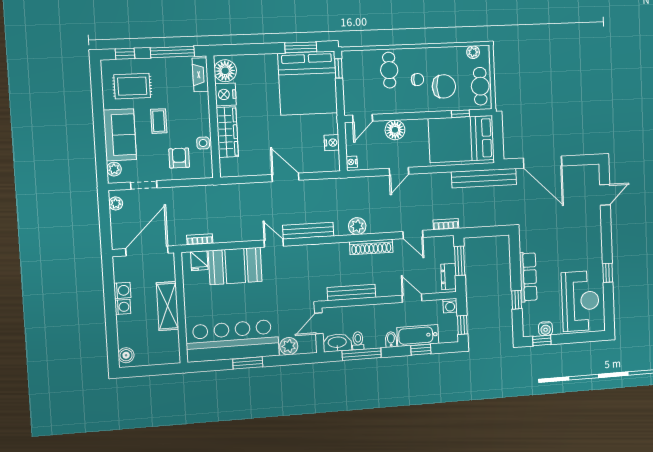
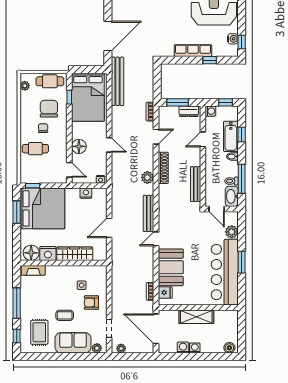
floor lamp: (225, 71) -> (31, 253), moved
fireplace: (200, 75) -> (33, 270), moved
nightstand: (226, 94) -> (48, 253), moved
wall: (213, 117) -> (63, 263), moved
wardrobe: (227, 132) -> (75, 254), moved

